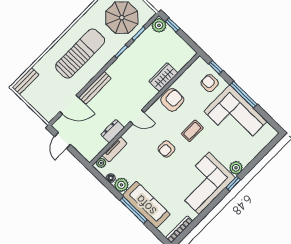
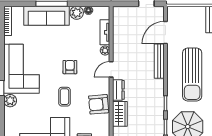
armchair: (172, 100) -> (99, 104), turned 85
dresser: (113, 131) -> (118, 90), moved
plant: (101, 163) -> (105, 50), moved

